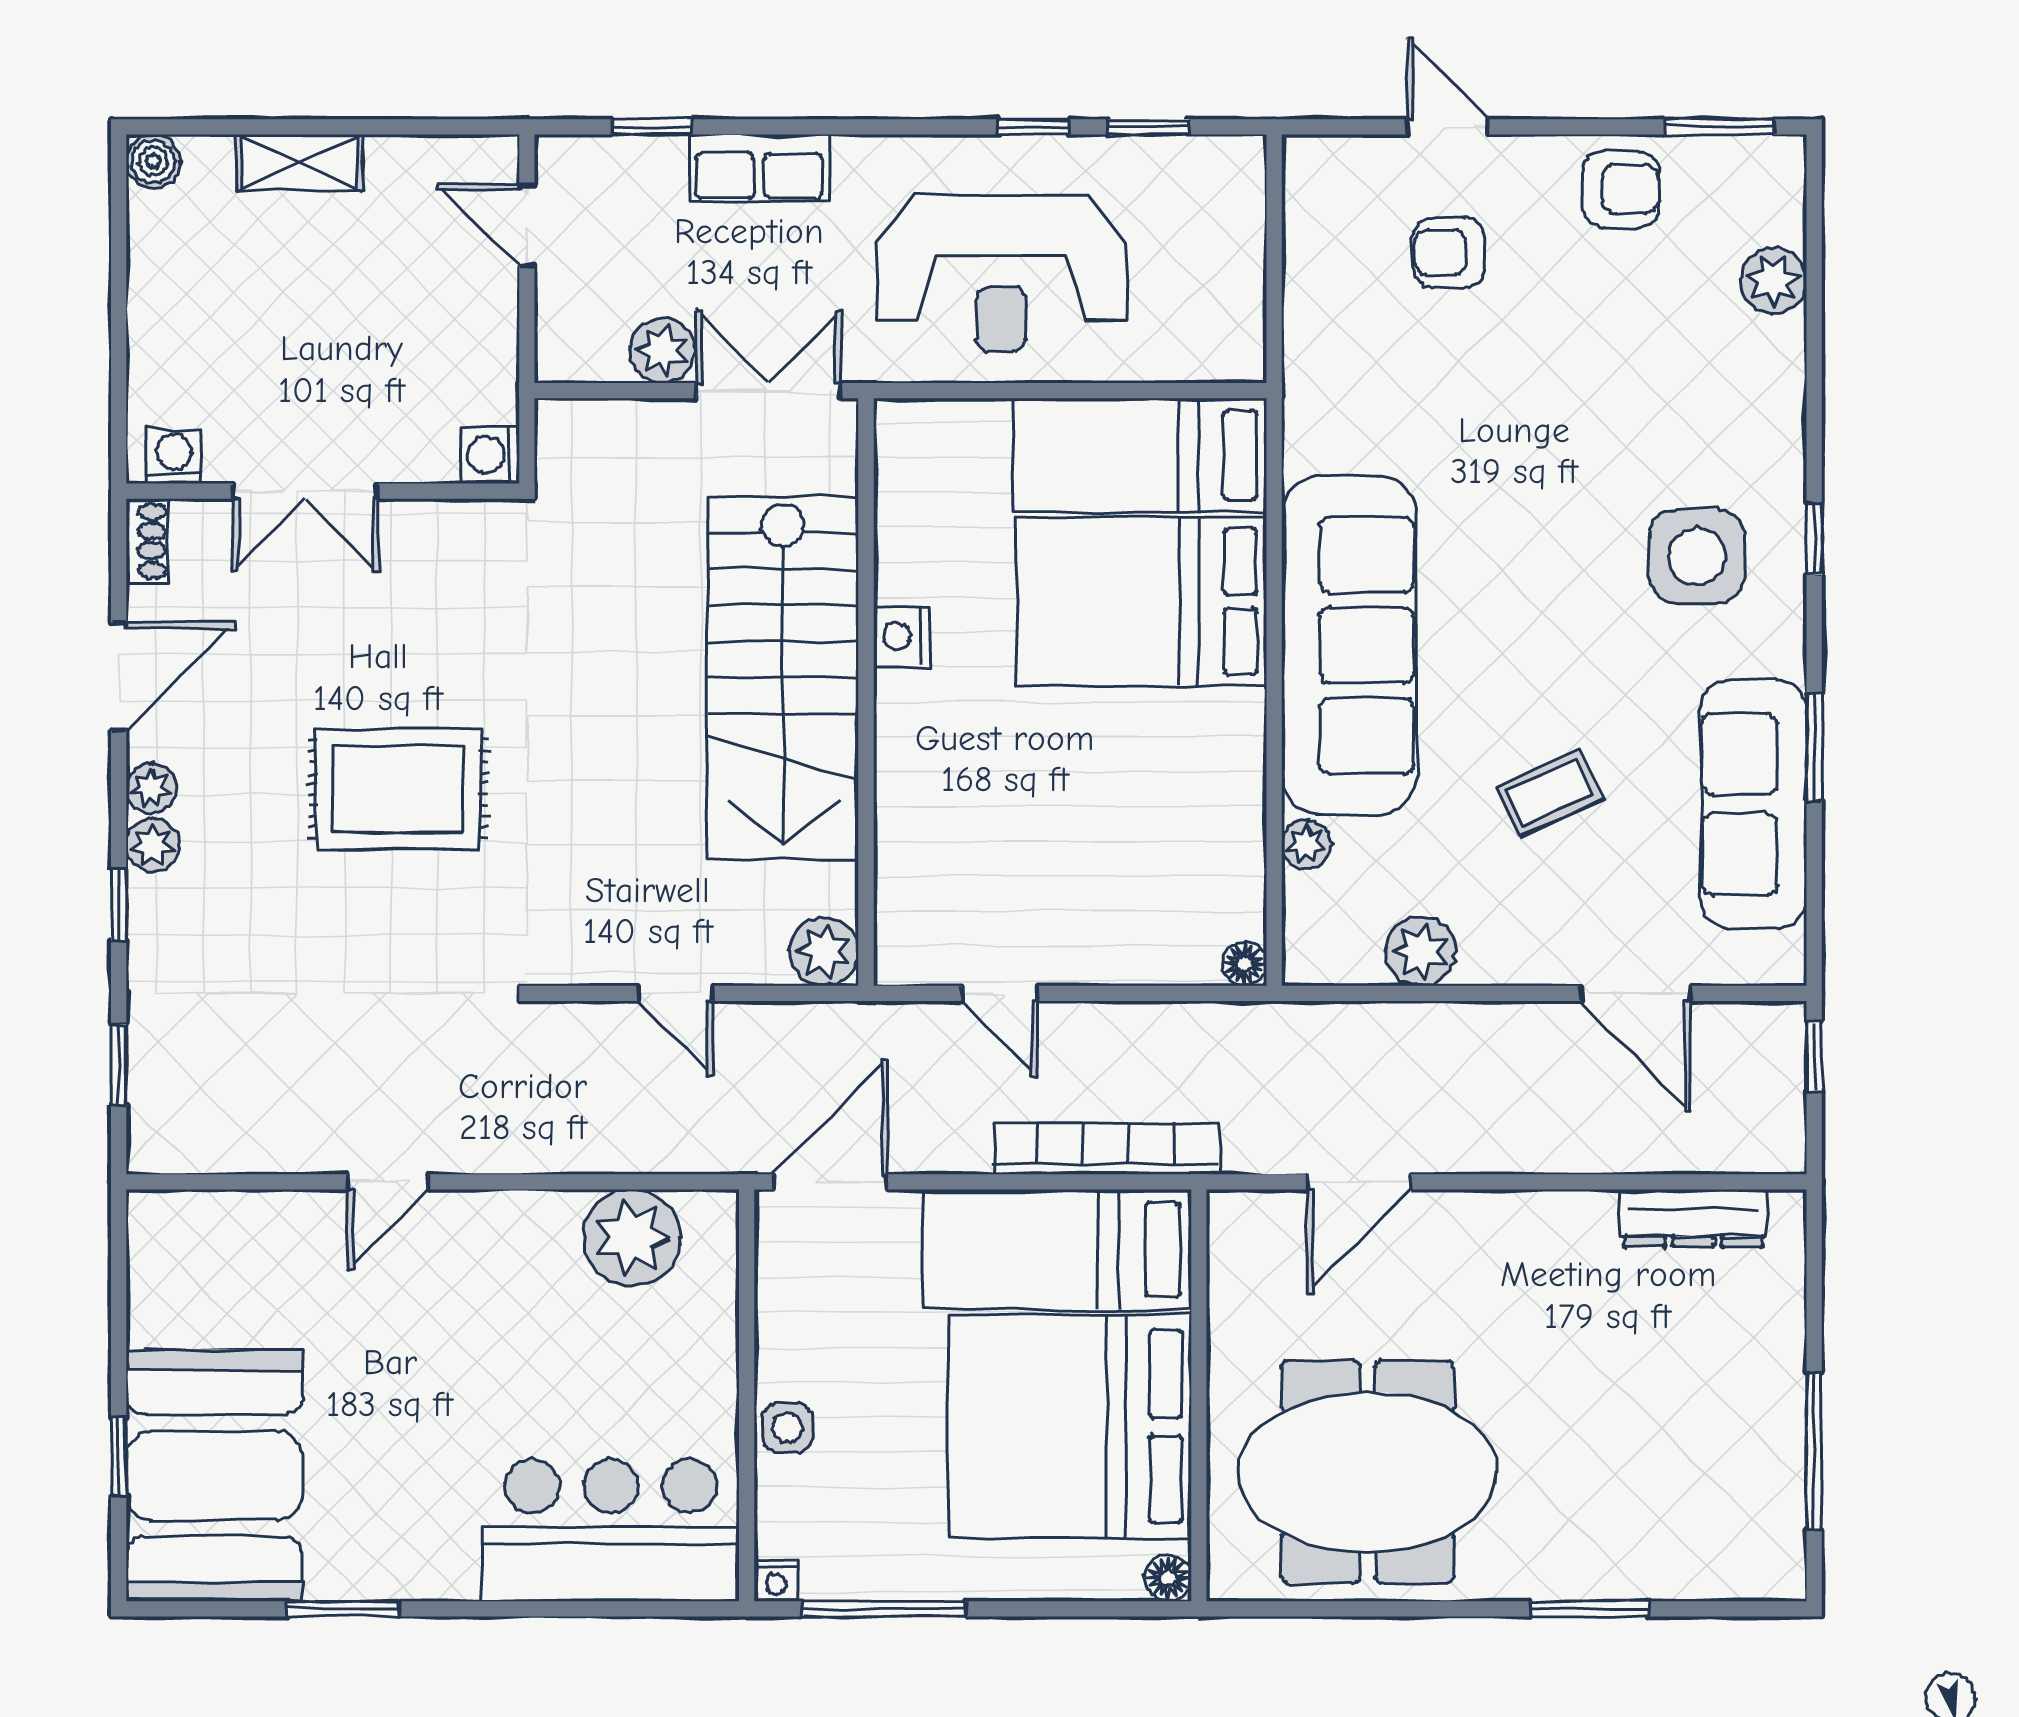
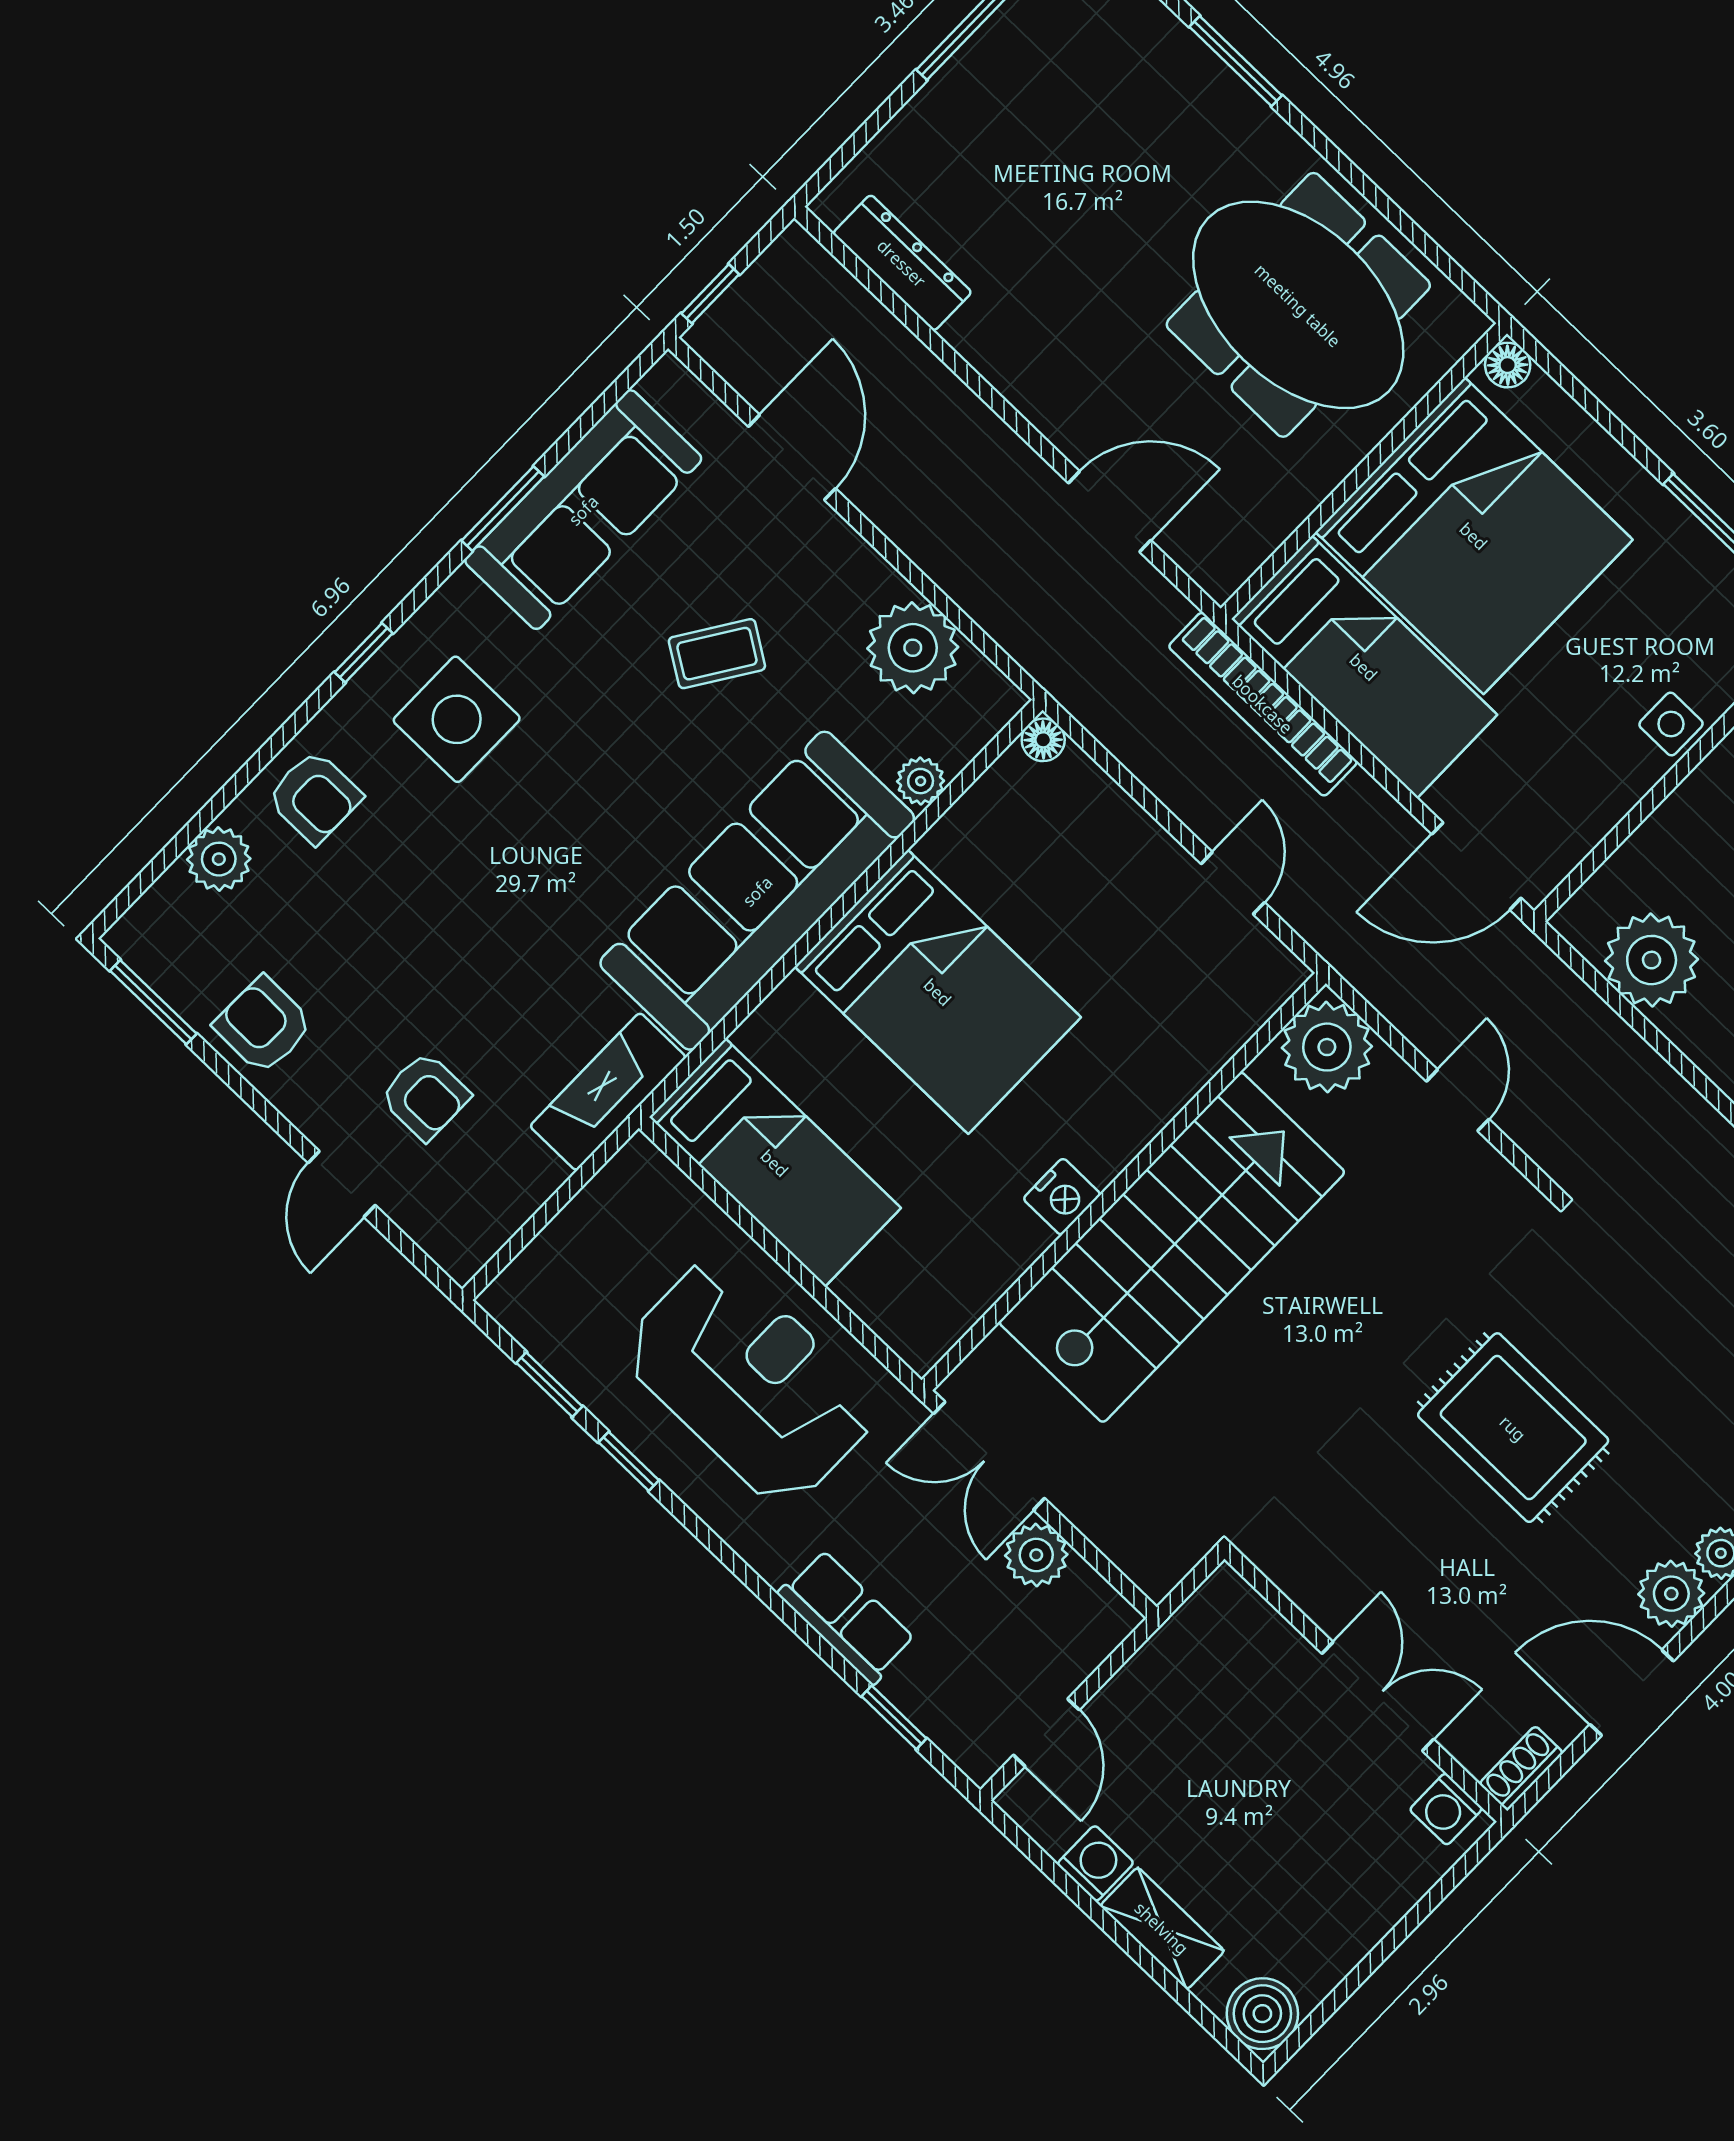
boiler: (153, 161) -> (1262, 2014), width x1.36, depth x1.36
fireplace: (1316, 388) -> (608, 1092), added
armchair: (1747, 396) -> (315, 797), added
washing machine: (491, 455) -> (1095, 1863), moved, turned -90
bed: (1141, 602) -> (938, 992), moved
plant: (151, 789) -> (1671, 1594), width x1.38, depth x1.38
coffee table: (1550, 793) -> (717, 654), turned -32
plant: (824, 951) -> (1327, 1047), width x1.36, depth x1.36
plant: (1421, 951) -> (913, 648), width x1.36, depth x1.36

